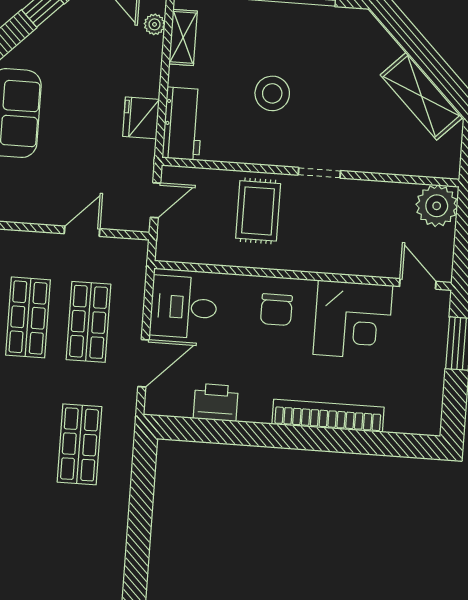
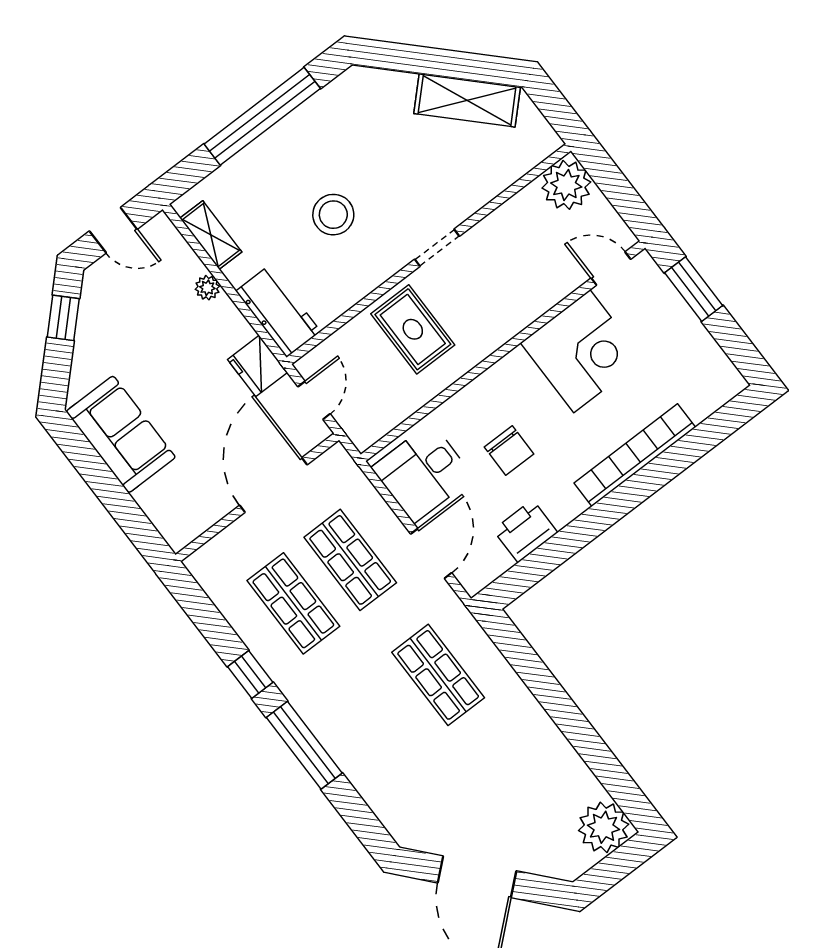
plant: (155, 24) -> (207, 288), moved
fridge: (141, 118) -> (257, 366), moved
door: (82, 231) -> (273, 485), width x1.88
chair: (276, 310) -> (509, 450), moved

